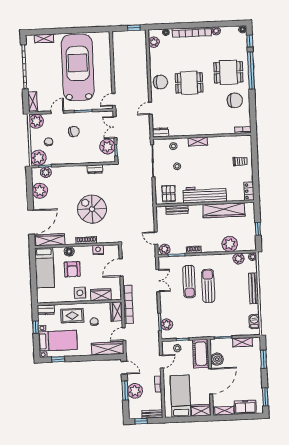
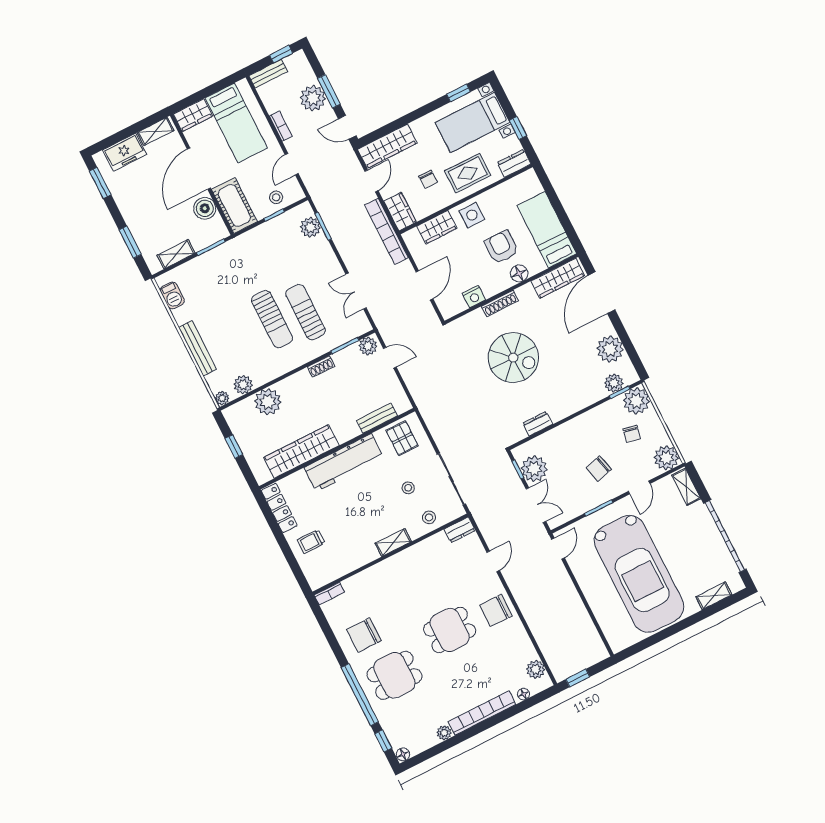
locker: (249, 191) -> (279, 508), width x1.53

